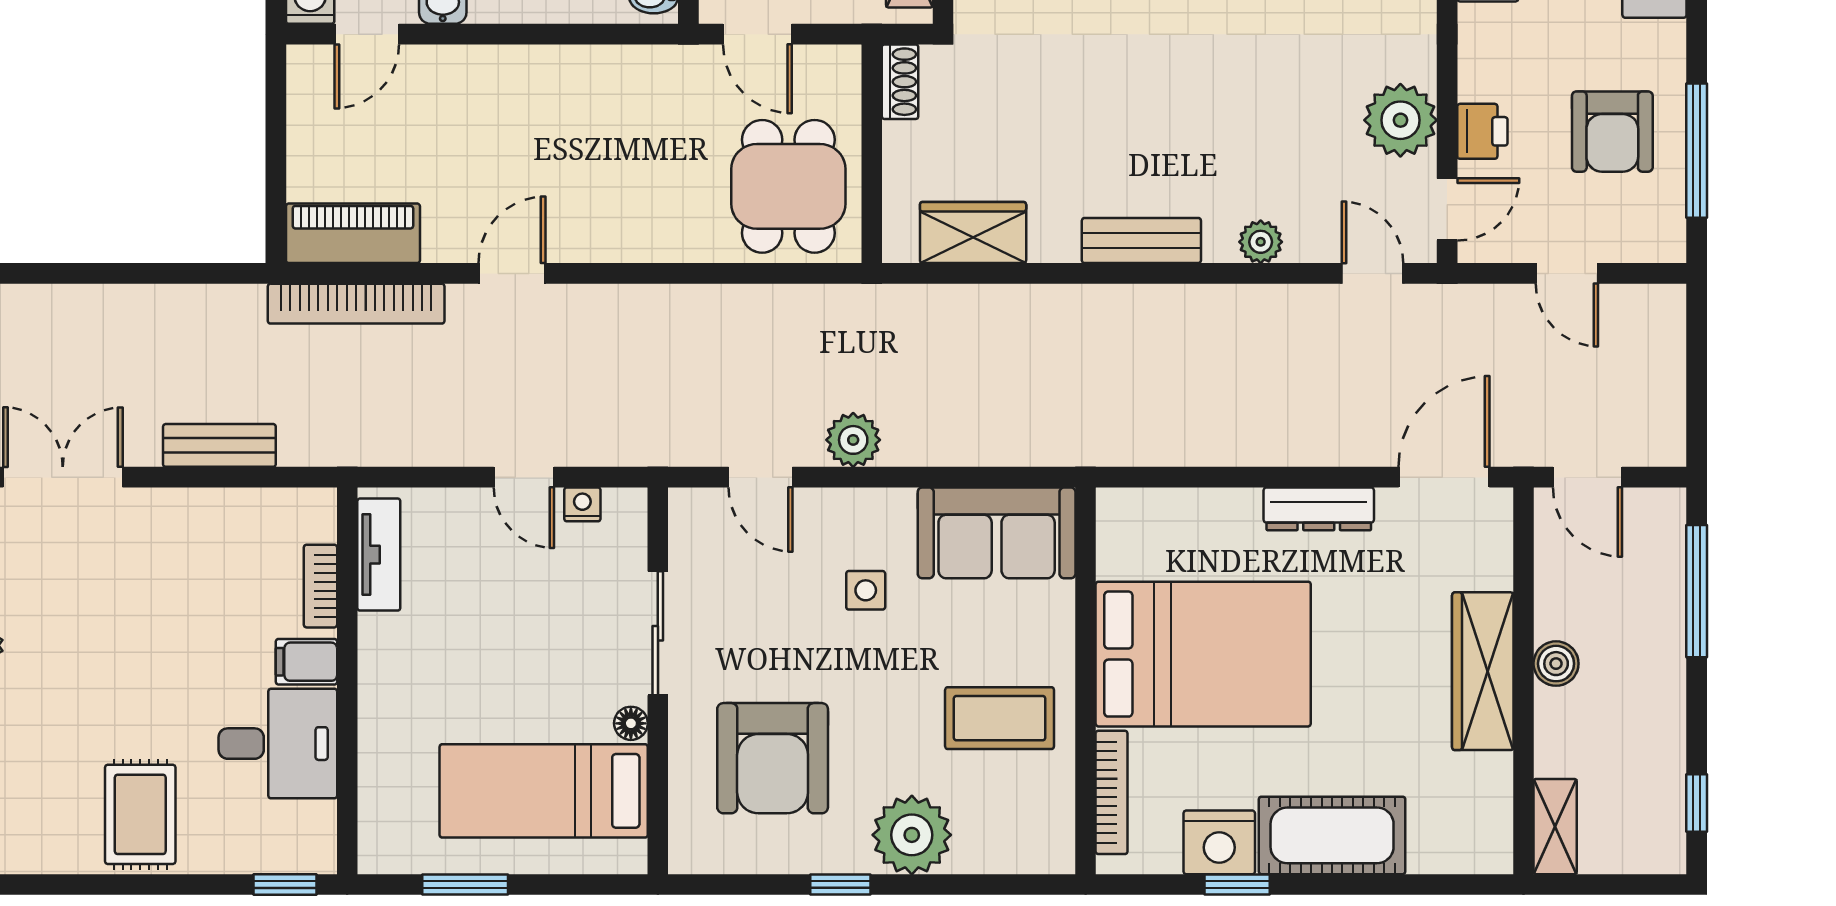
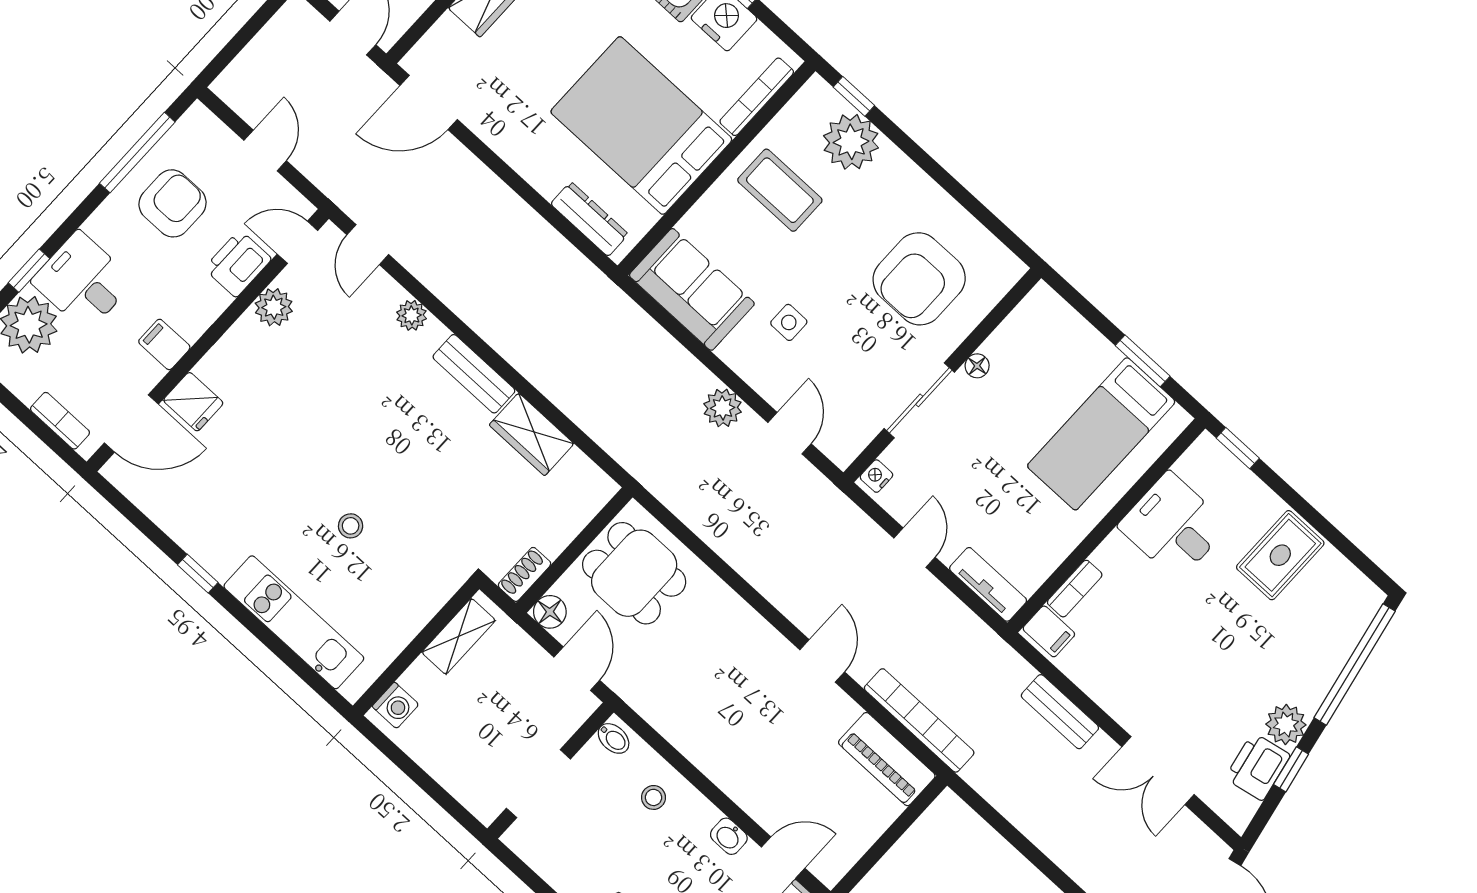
floor lamp: (839, 67) -> (550, 612), added
plant: (1400, 120) -> (274, 307), width x0.73, depth x0.73
printer: (1482, 131) -> (238, 264), width x1.36, depth x1.24
dining table: (788, 186) -> (634, 573), turned 90
wardrobe: (973, 233) -> (532, 434), moved
door: (512, 273) -> (822, 661), swing flipped
nightstand: (582, 504) -> (876, 476), moved, turned 90
dresser: (1319, 509) -> (589, 219), moved
tv unit: (379, 555) -> (988, 584), moved, turned 90
filing cabinet: (306, 662) -> (1049, 631), moved
armchair: (773, 758) -> (919, 279), turned 180
bed: (544, 791) -> (1101, 434), moved, turned 90
plant: (912, 835) -> (851, 142), moved
window: (840, 884) -> (854, 96), moved

